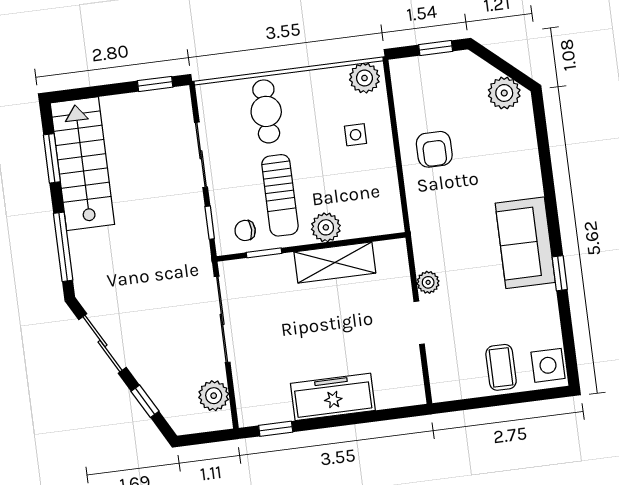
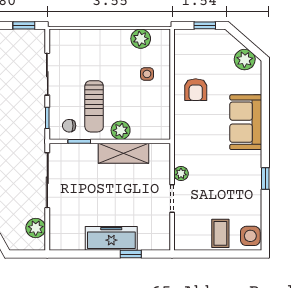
plant: (364, 78) -> (141, 39), moved
cafe table: (266, 111) -> (92, 52), removed
sofa: (525, 243) -> (246, 122), moved
window: (276, 429) -> (131, 254), moved

